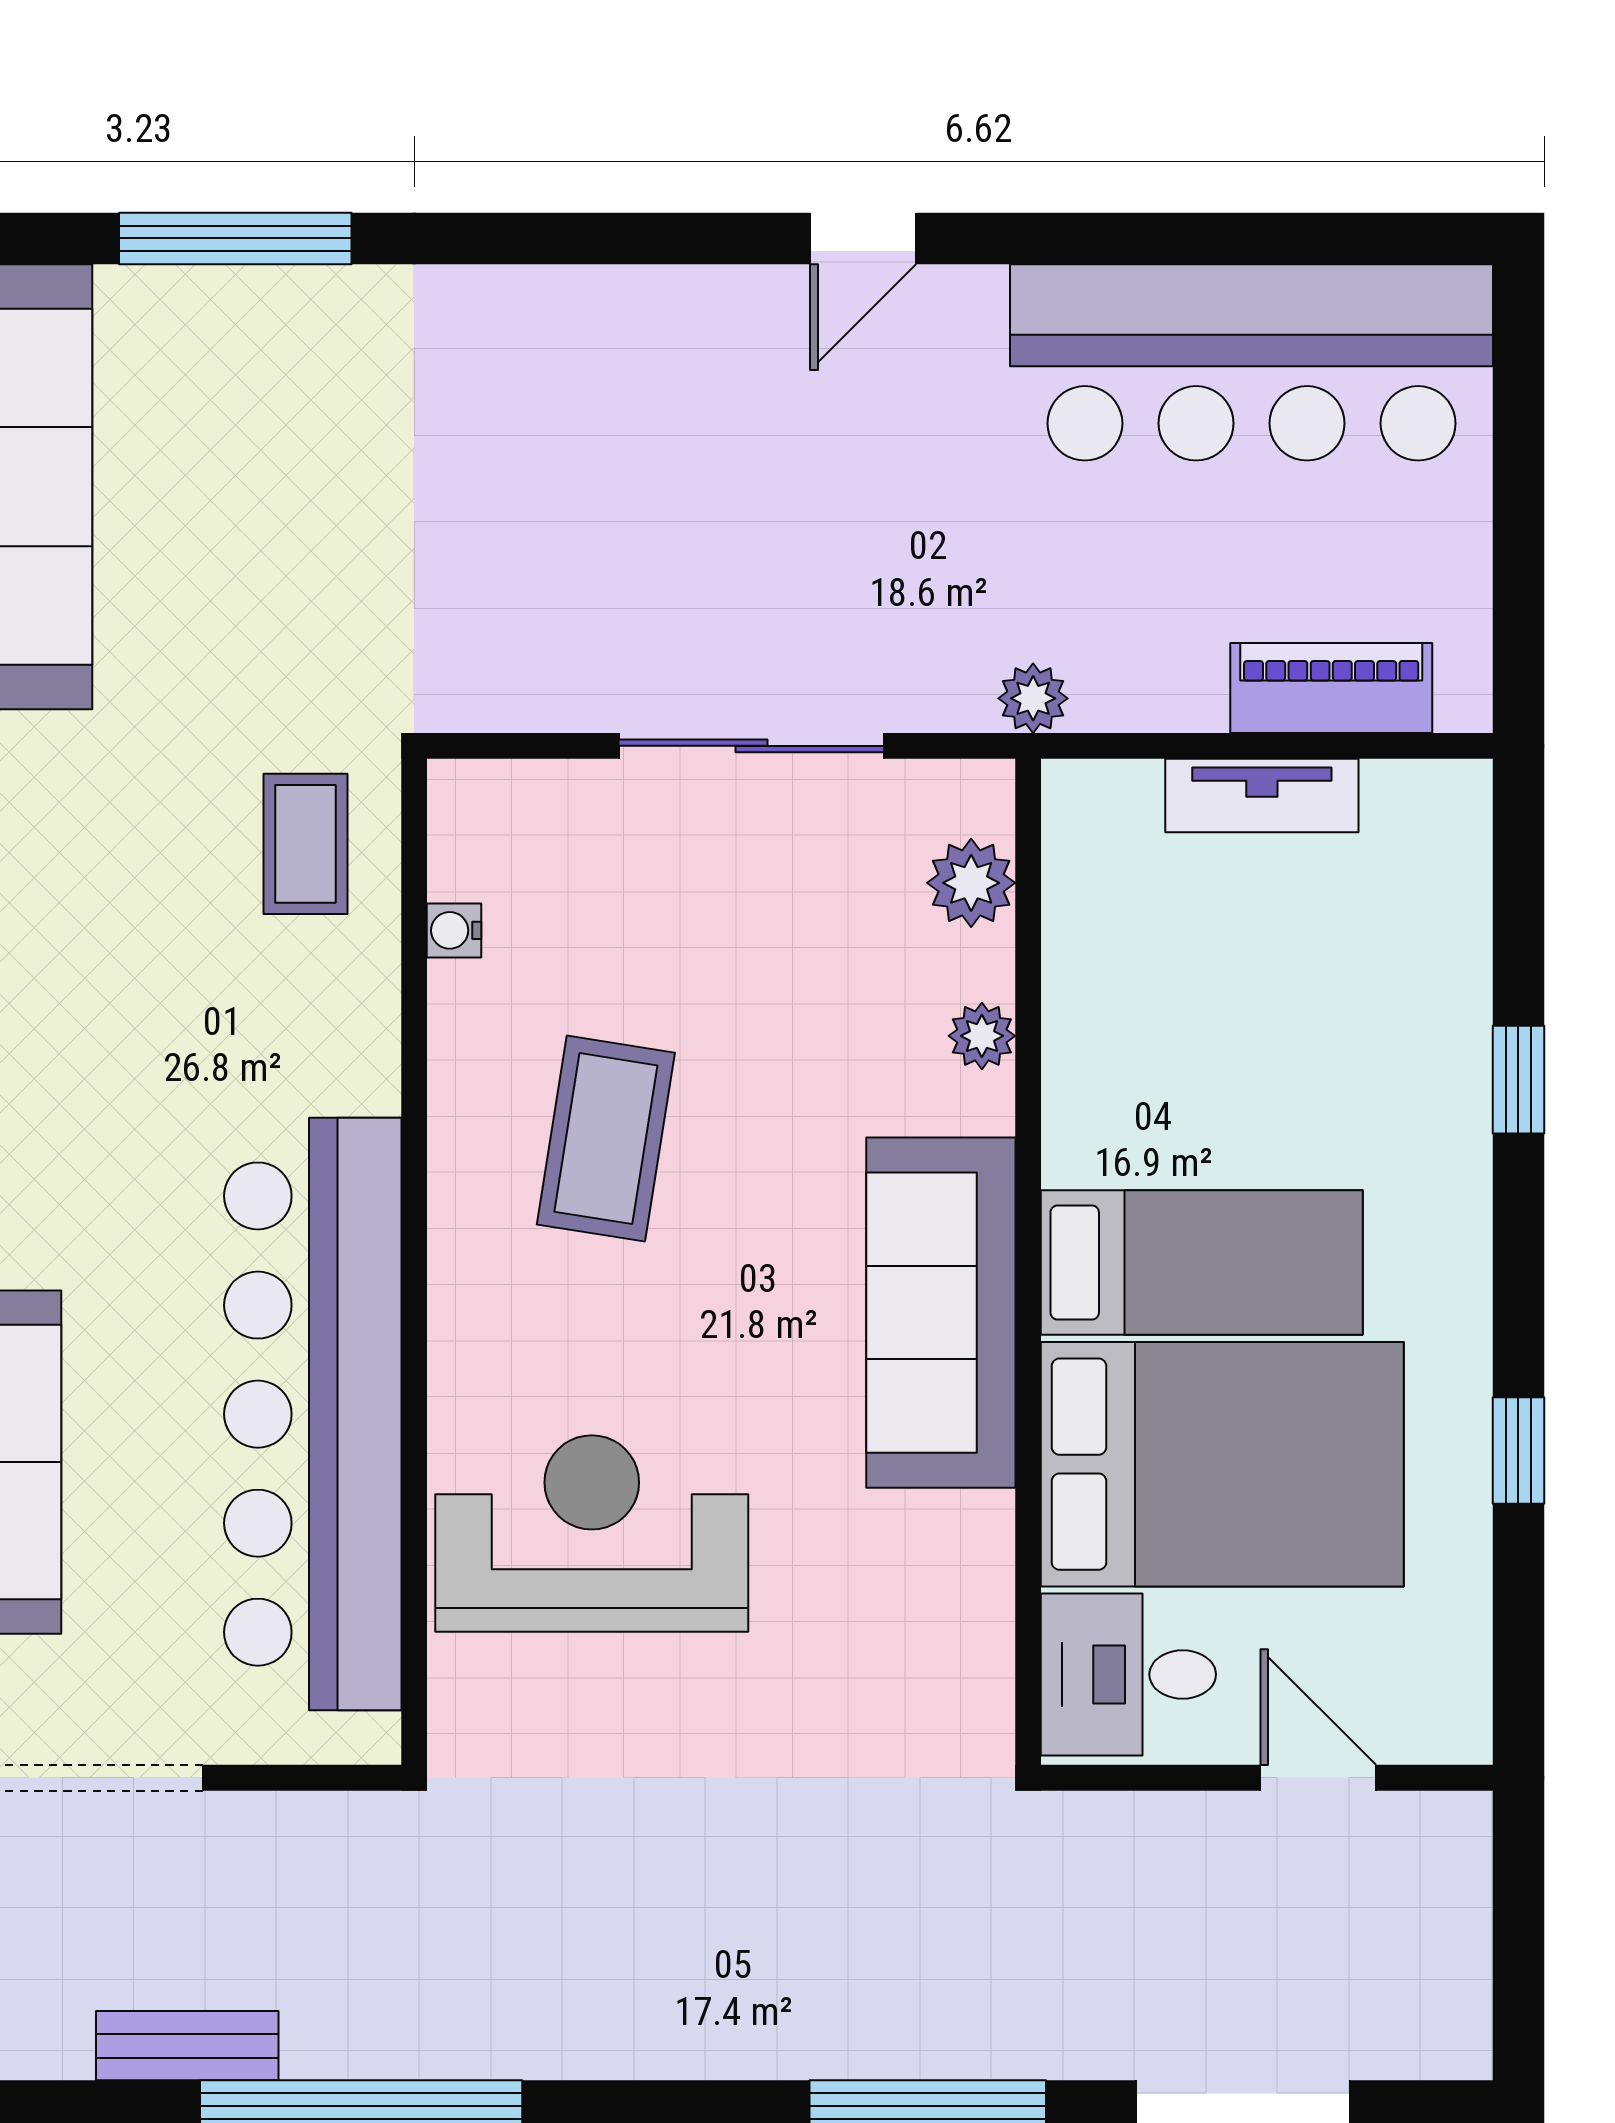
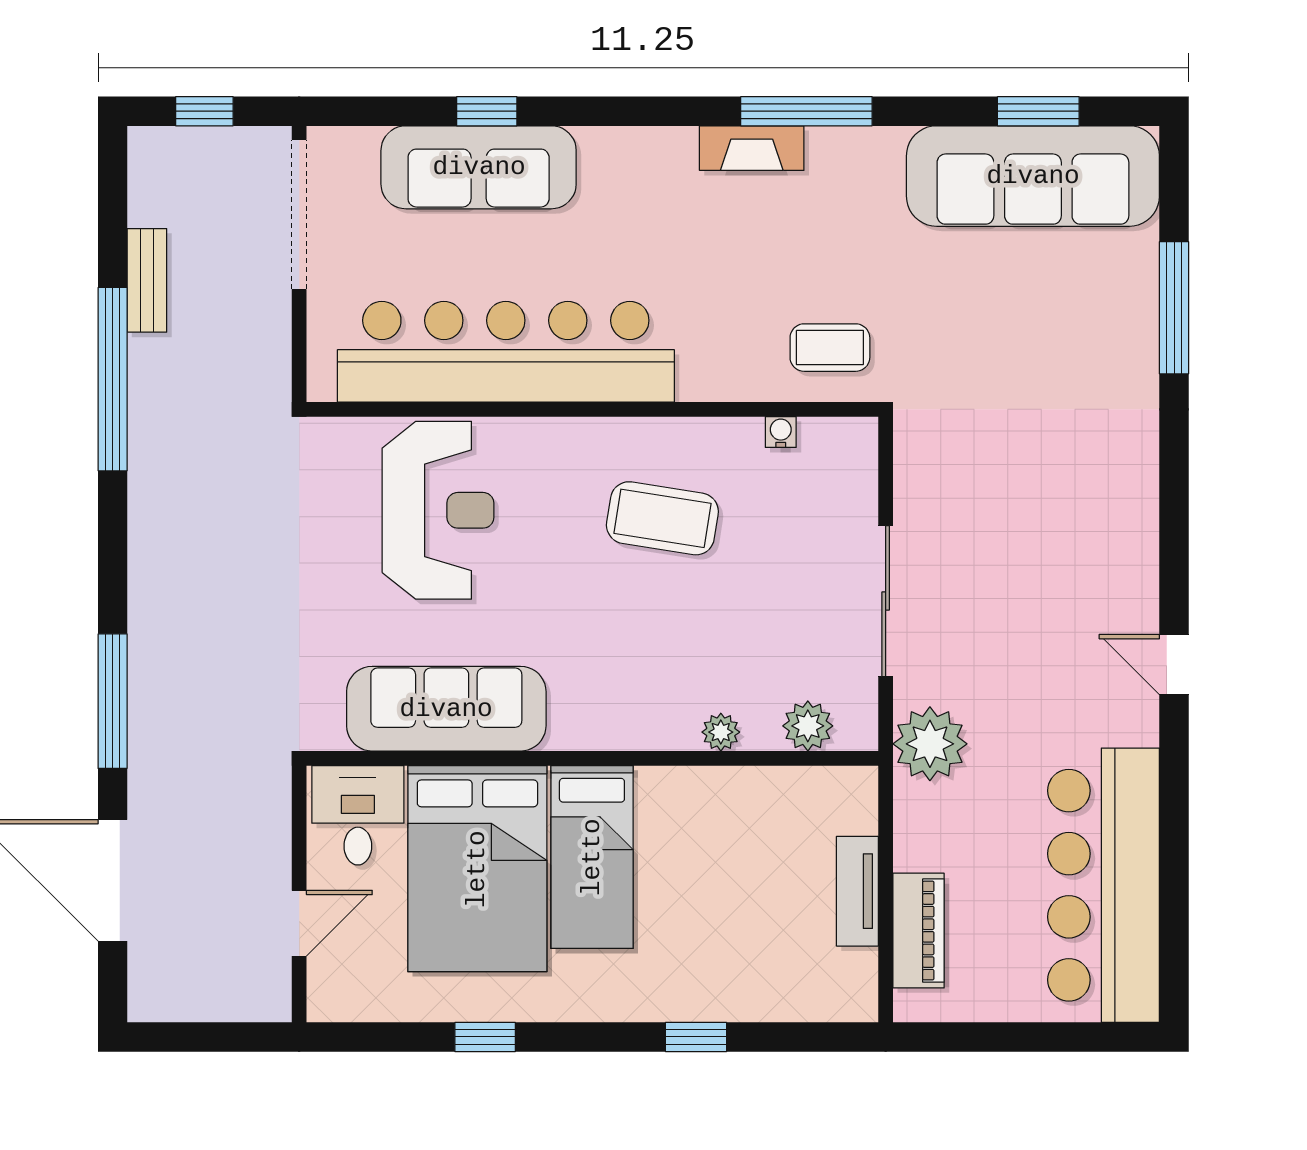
plant: (1033, 698) -> (930, 744), width x1.88, depth x1.88
sofa: (941, 1313) -> (446, 709), moved

